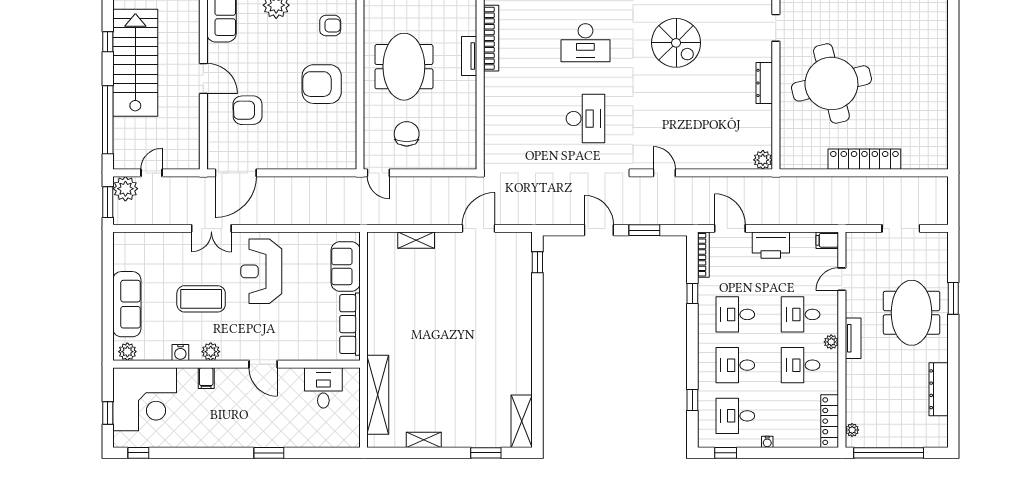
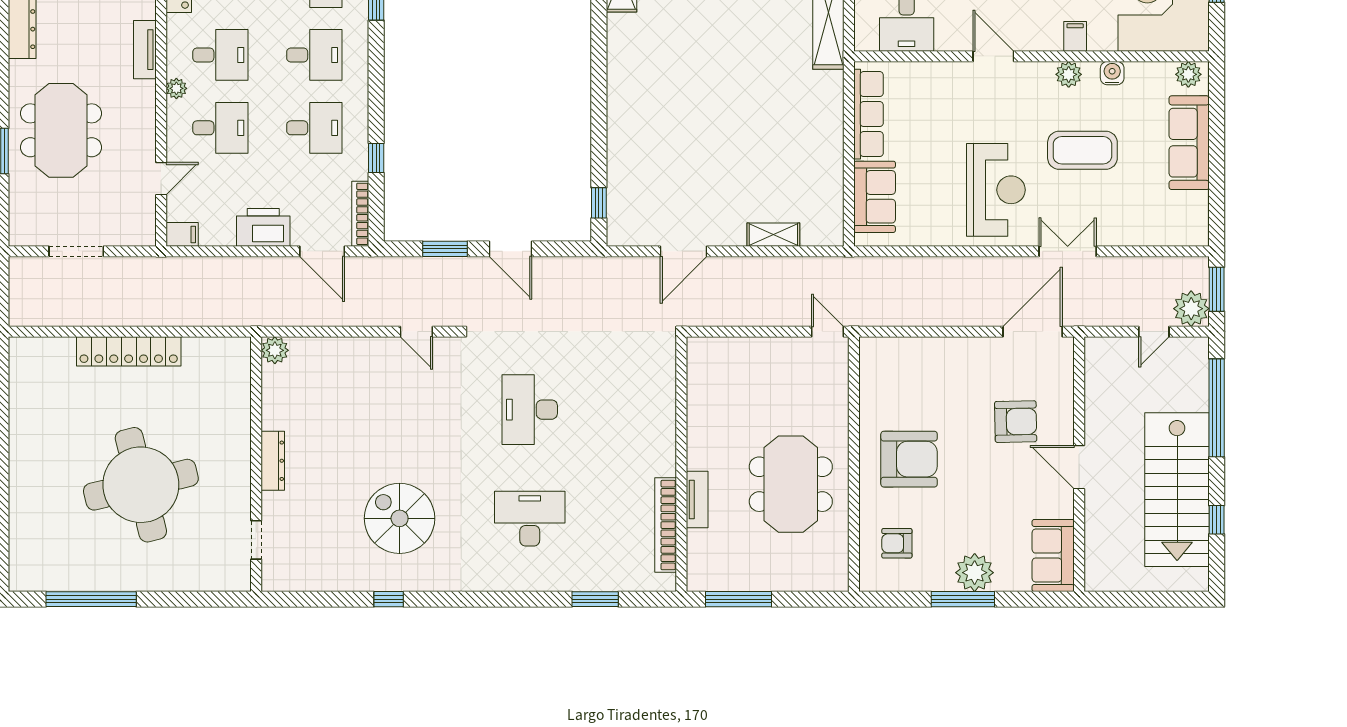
round table: (831, 83) -> (141, 485), moved
chair: (407, 134) -> (787, 388), removed
tv unit: (853, 338) -> (145, 50), moved

